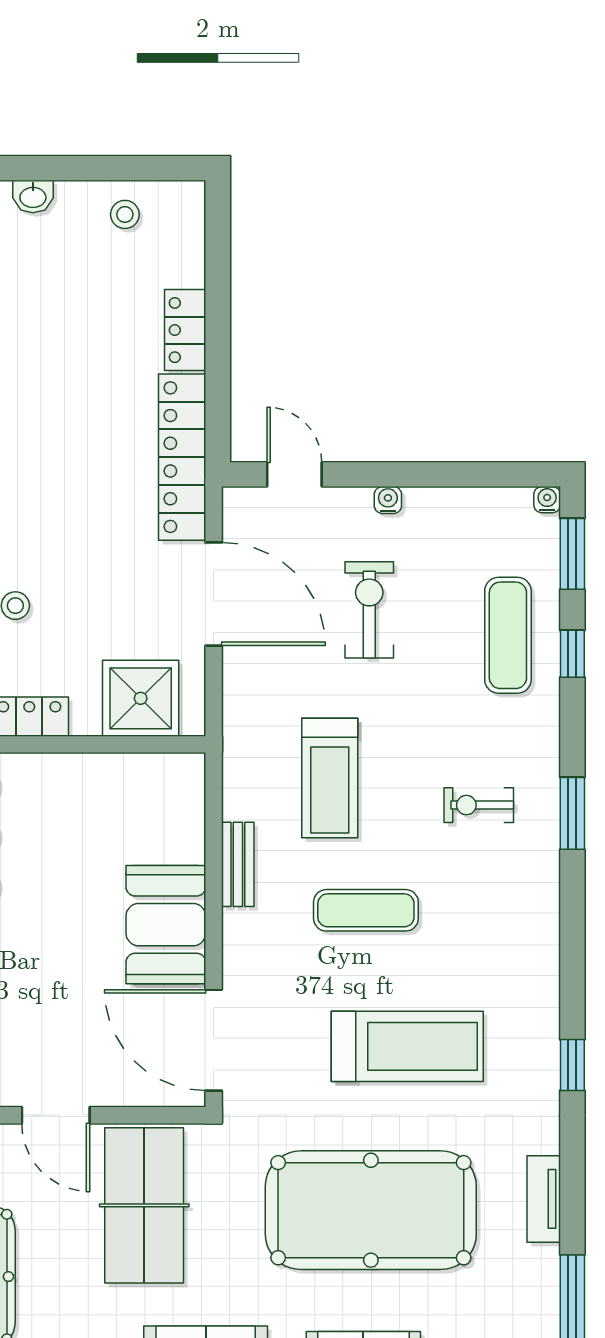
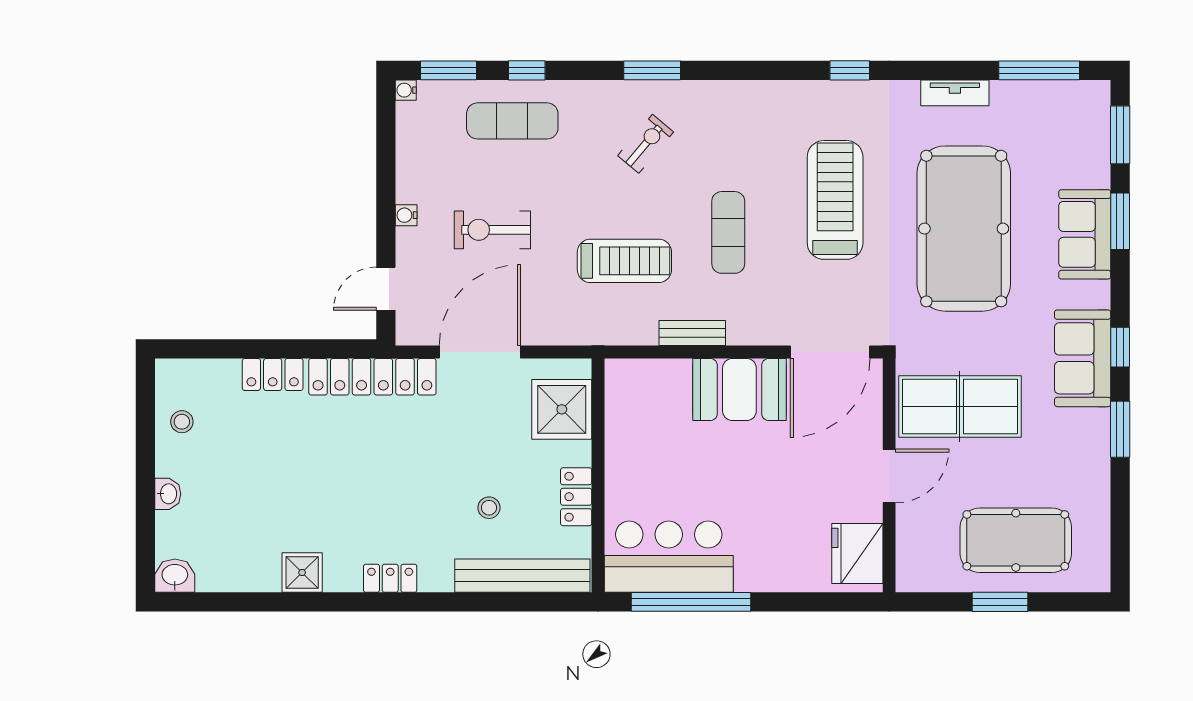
exercise bike: (479, 805) -> (646, 144), turned -140

